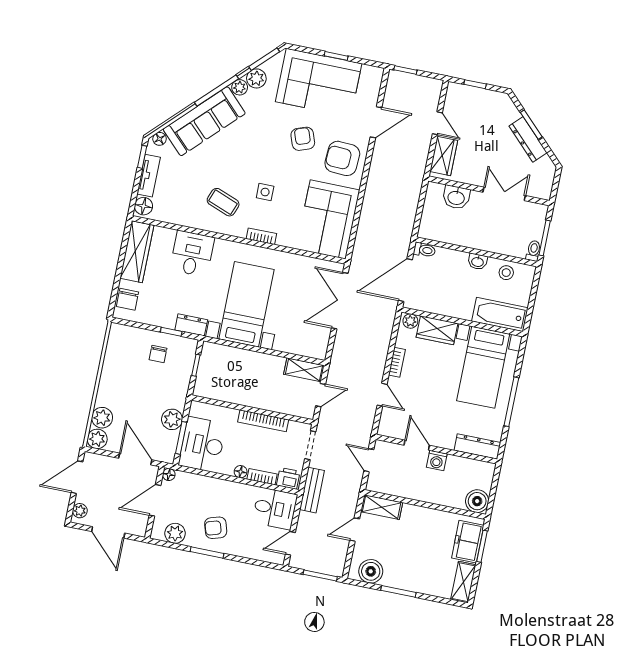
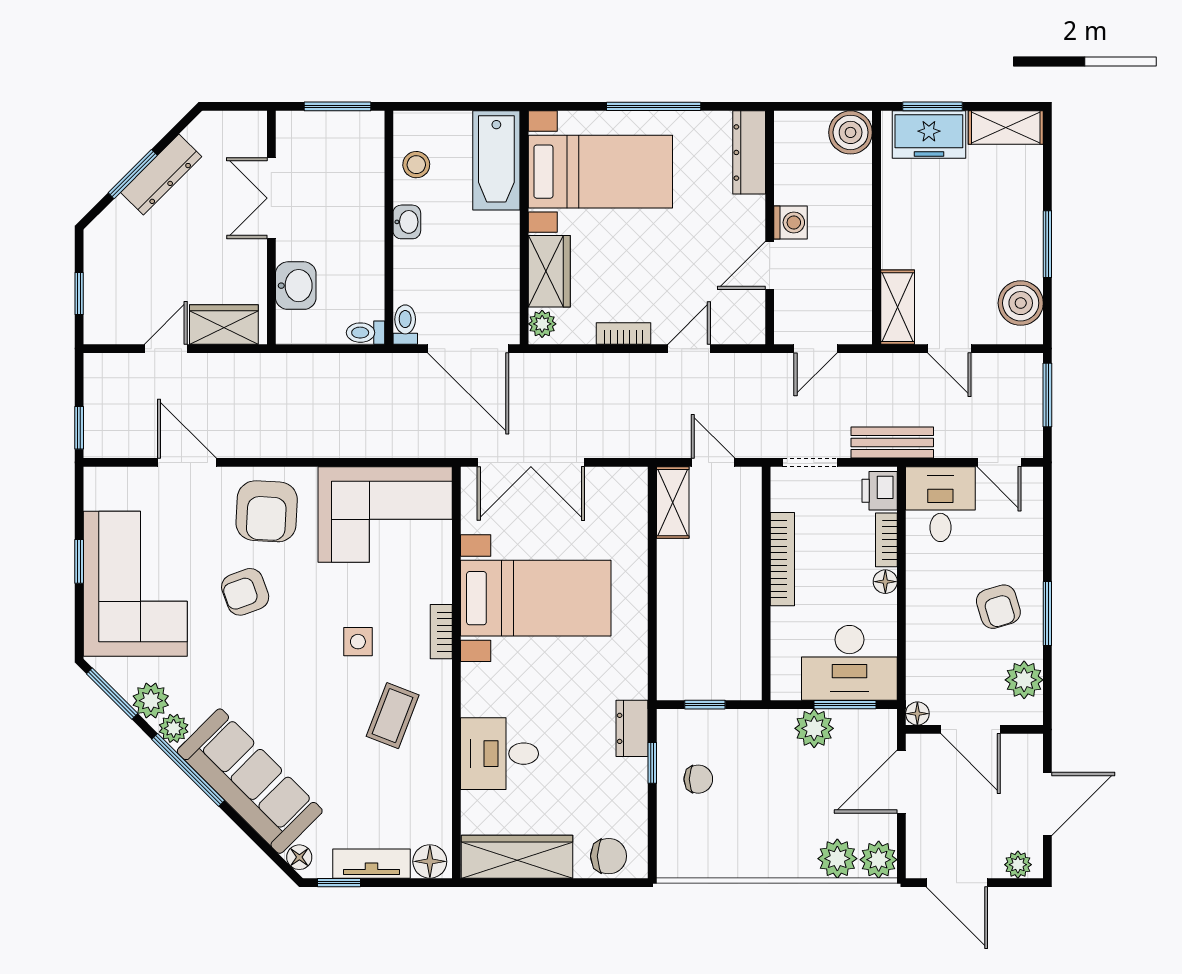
toilet: (533, 251) -> (365, 333), moved
bed with nightstands: (246, 304) -> (536, 598), moved, turned 180

